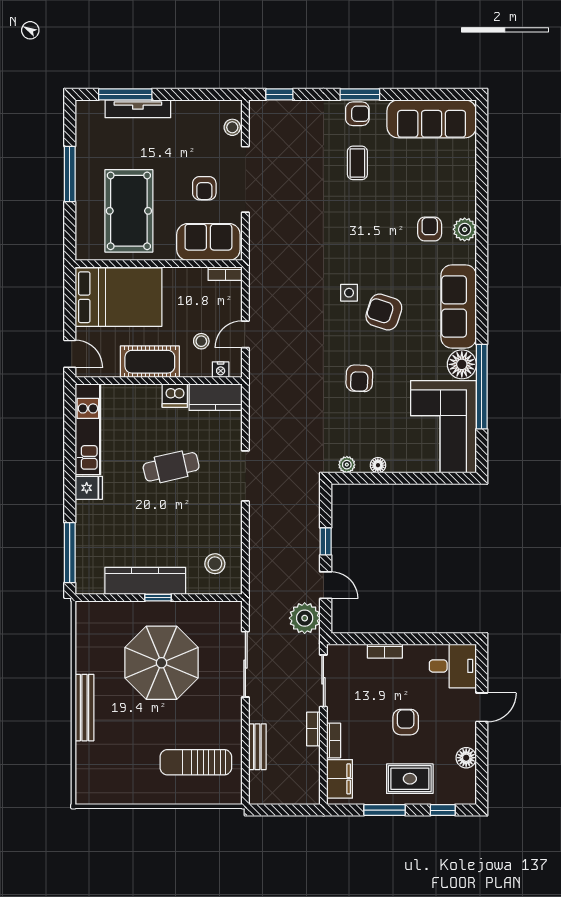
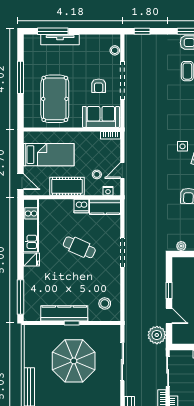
bed: (118, 297) -> (49, 155), width x0.67
cafe table: (171, 467) -> (79, 247), turned 37

